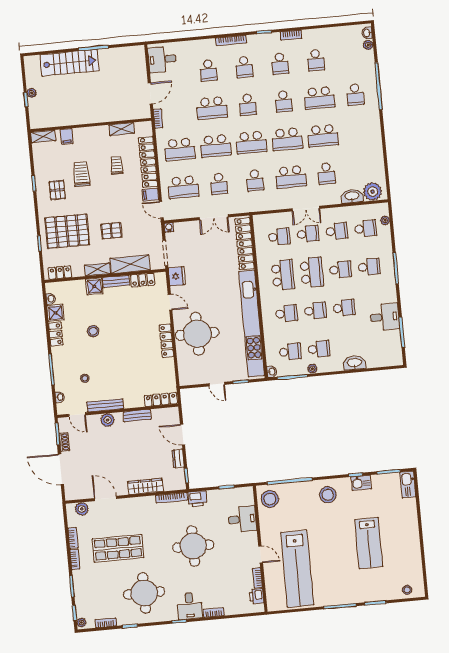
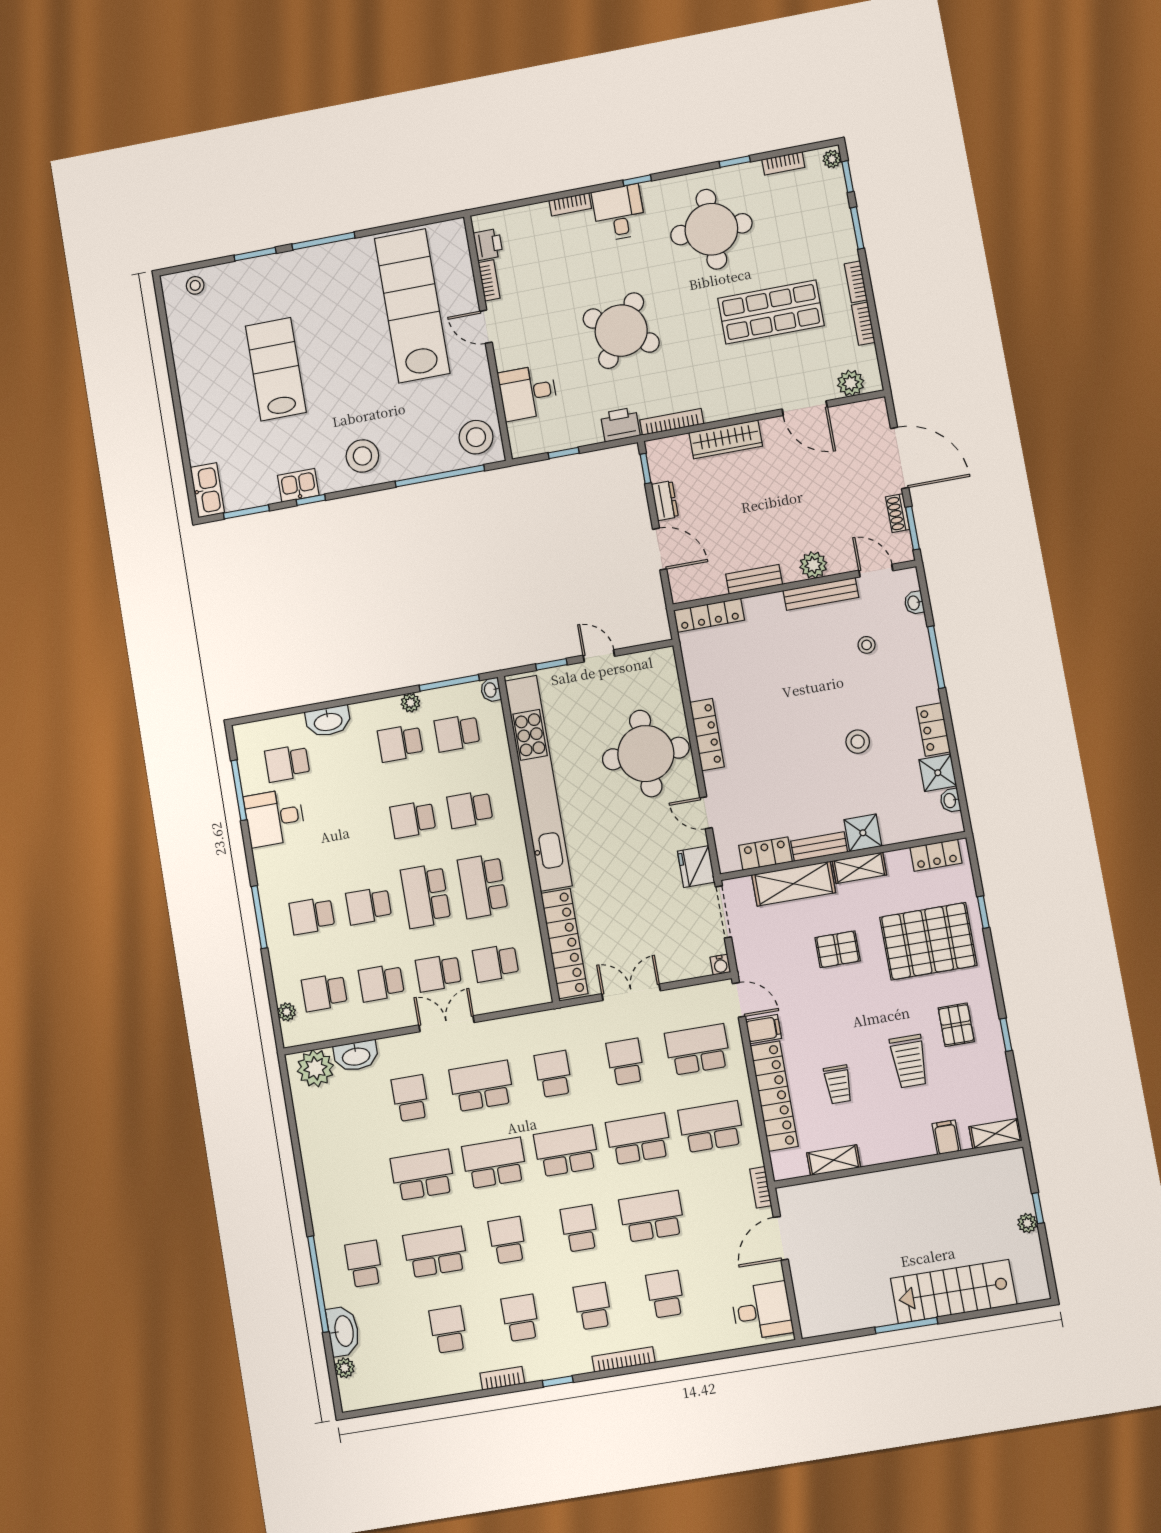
washbasin: (367, 33) -> (343, 1331), moved, width x1.91, depth x1.45
school desk: (344, 308) -> (287, 763), moved
round table: (193, 546) -> (621, 331), turned 34

